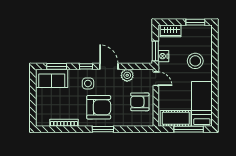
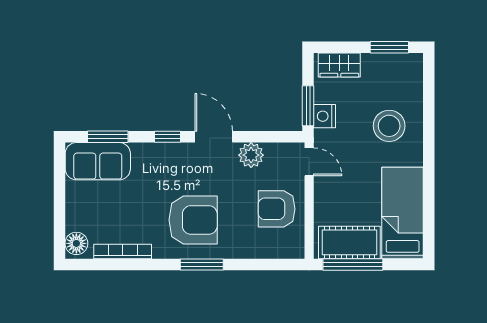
side table: (88, 83) -> (171, 172), removed
floor lamp: (41, 119) -> (76, 243), added
window: (189, 129) -> (353, 264), moved

